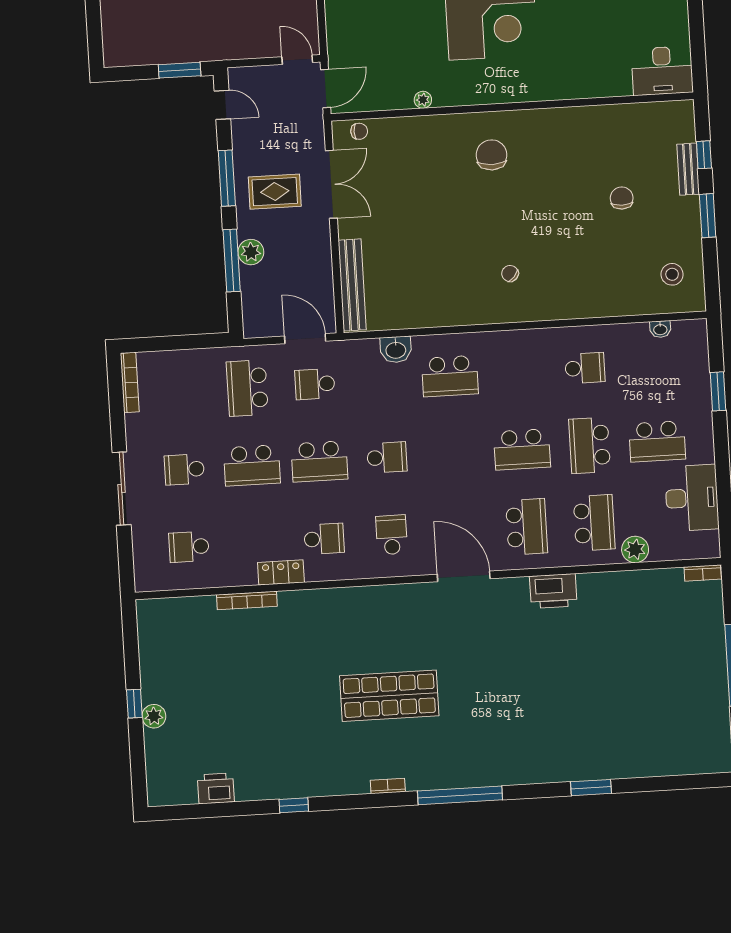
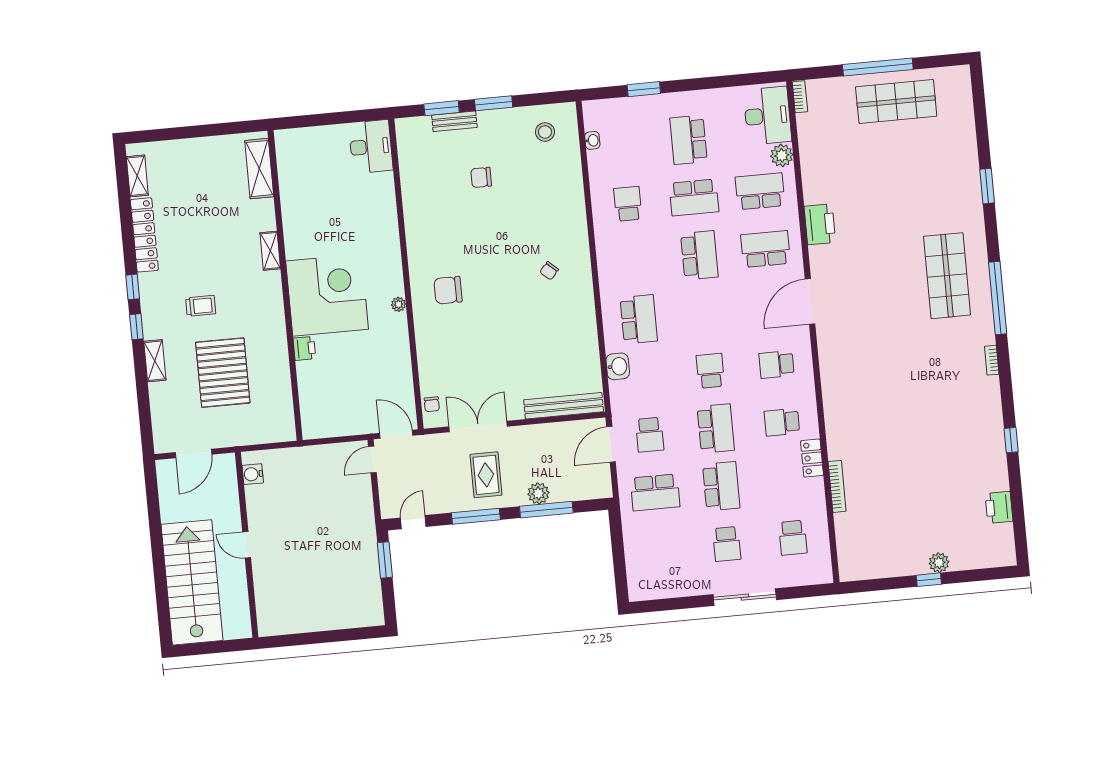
plant: (423, 100) -> (399, 304), moved
chair: (359, 131) -> (432, 404), turned 180
window: (704, 155) -> (442, 108), width x1.50
bookcase: (130, 382) -> (654, 593), removed
school desk: (657, 441) -> (688, 140), turned 180
desk: (692, 498) -> (767, 116), moved, turned 90
school desk: (324, 539) -> (782, 422), turned -90
shop shelf: (693, 685) -> (896, 101), added
shop shelf: (389, 696) -> (947, 276), moved

